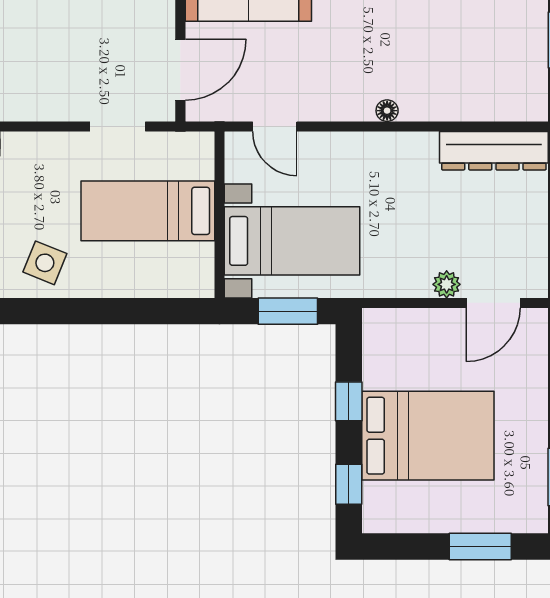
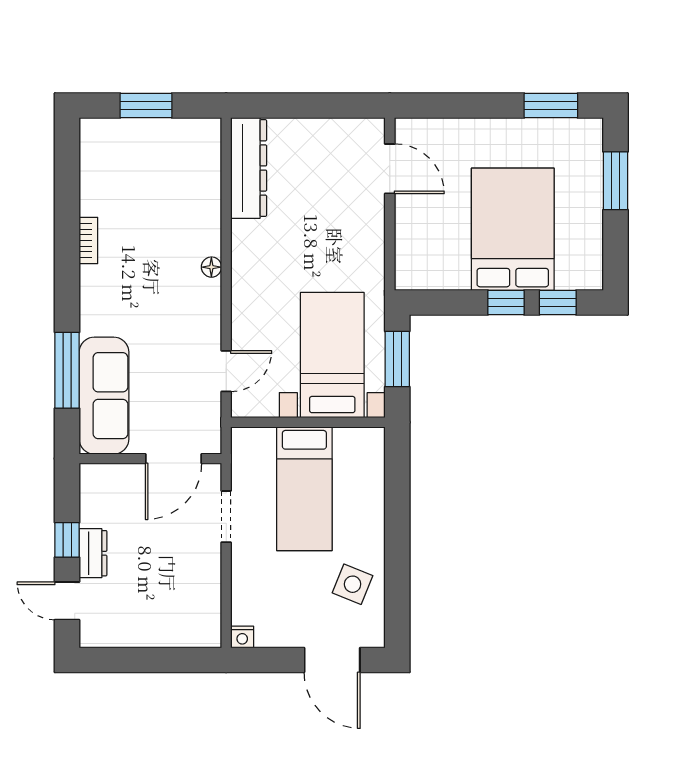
door: (180, 70) -> (173, 459), swing flipped
plant: (447, 284) -> (373, 212), removed
window: (349, 401) -> (506, 303), moved

